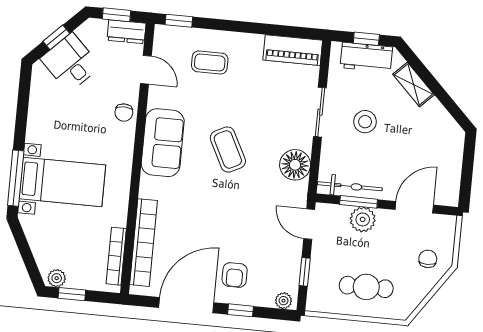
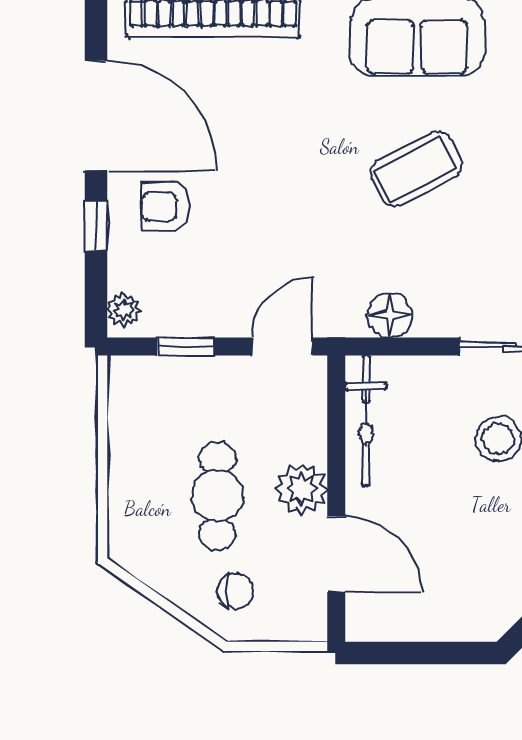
floor lamp: (295, 165) -> (390, 315), width x0.73, depth x0.73
window: (359, 202) -> (336, 441), removed
plant: (363, 219) -> (302, 489), moved
cafe table: (366, 287) -> (217, 496), moved

